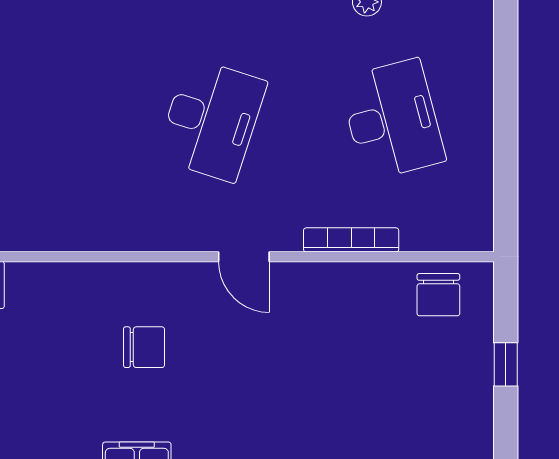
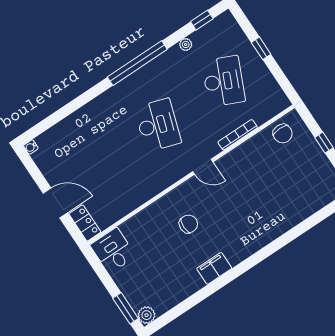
window: (506, 105) -> (261, 48), added
desk: (392, 120) -> (223, 81), turned 39

